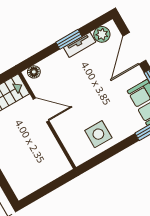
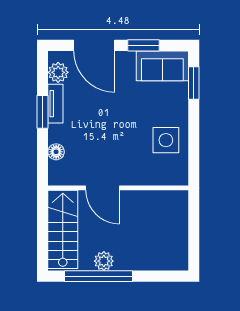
floor lamp: (34, 72) -> (56, 152), moved
door: (41, 110) -> (103, 188), swing flipped

